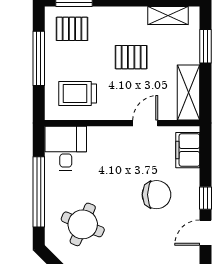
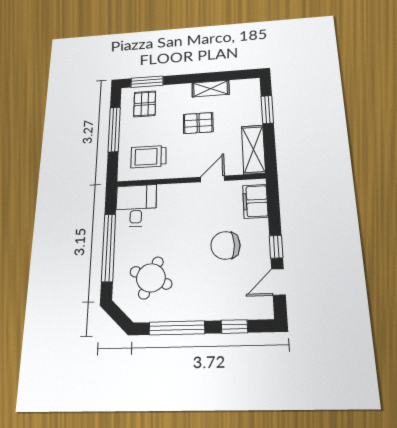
shelving: (168, 15) -> (210, 89), moved
pallet: (72, 29) -> (145, 104), turned 90
chair: (156, 195) -> (225, 245), turned 180

